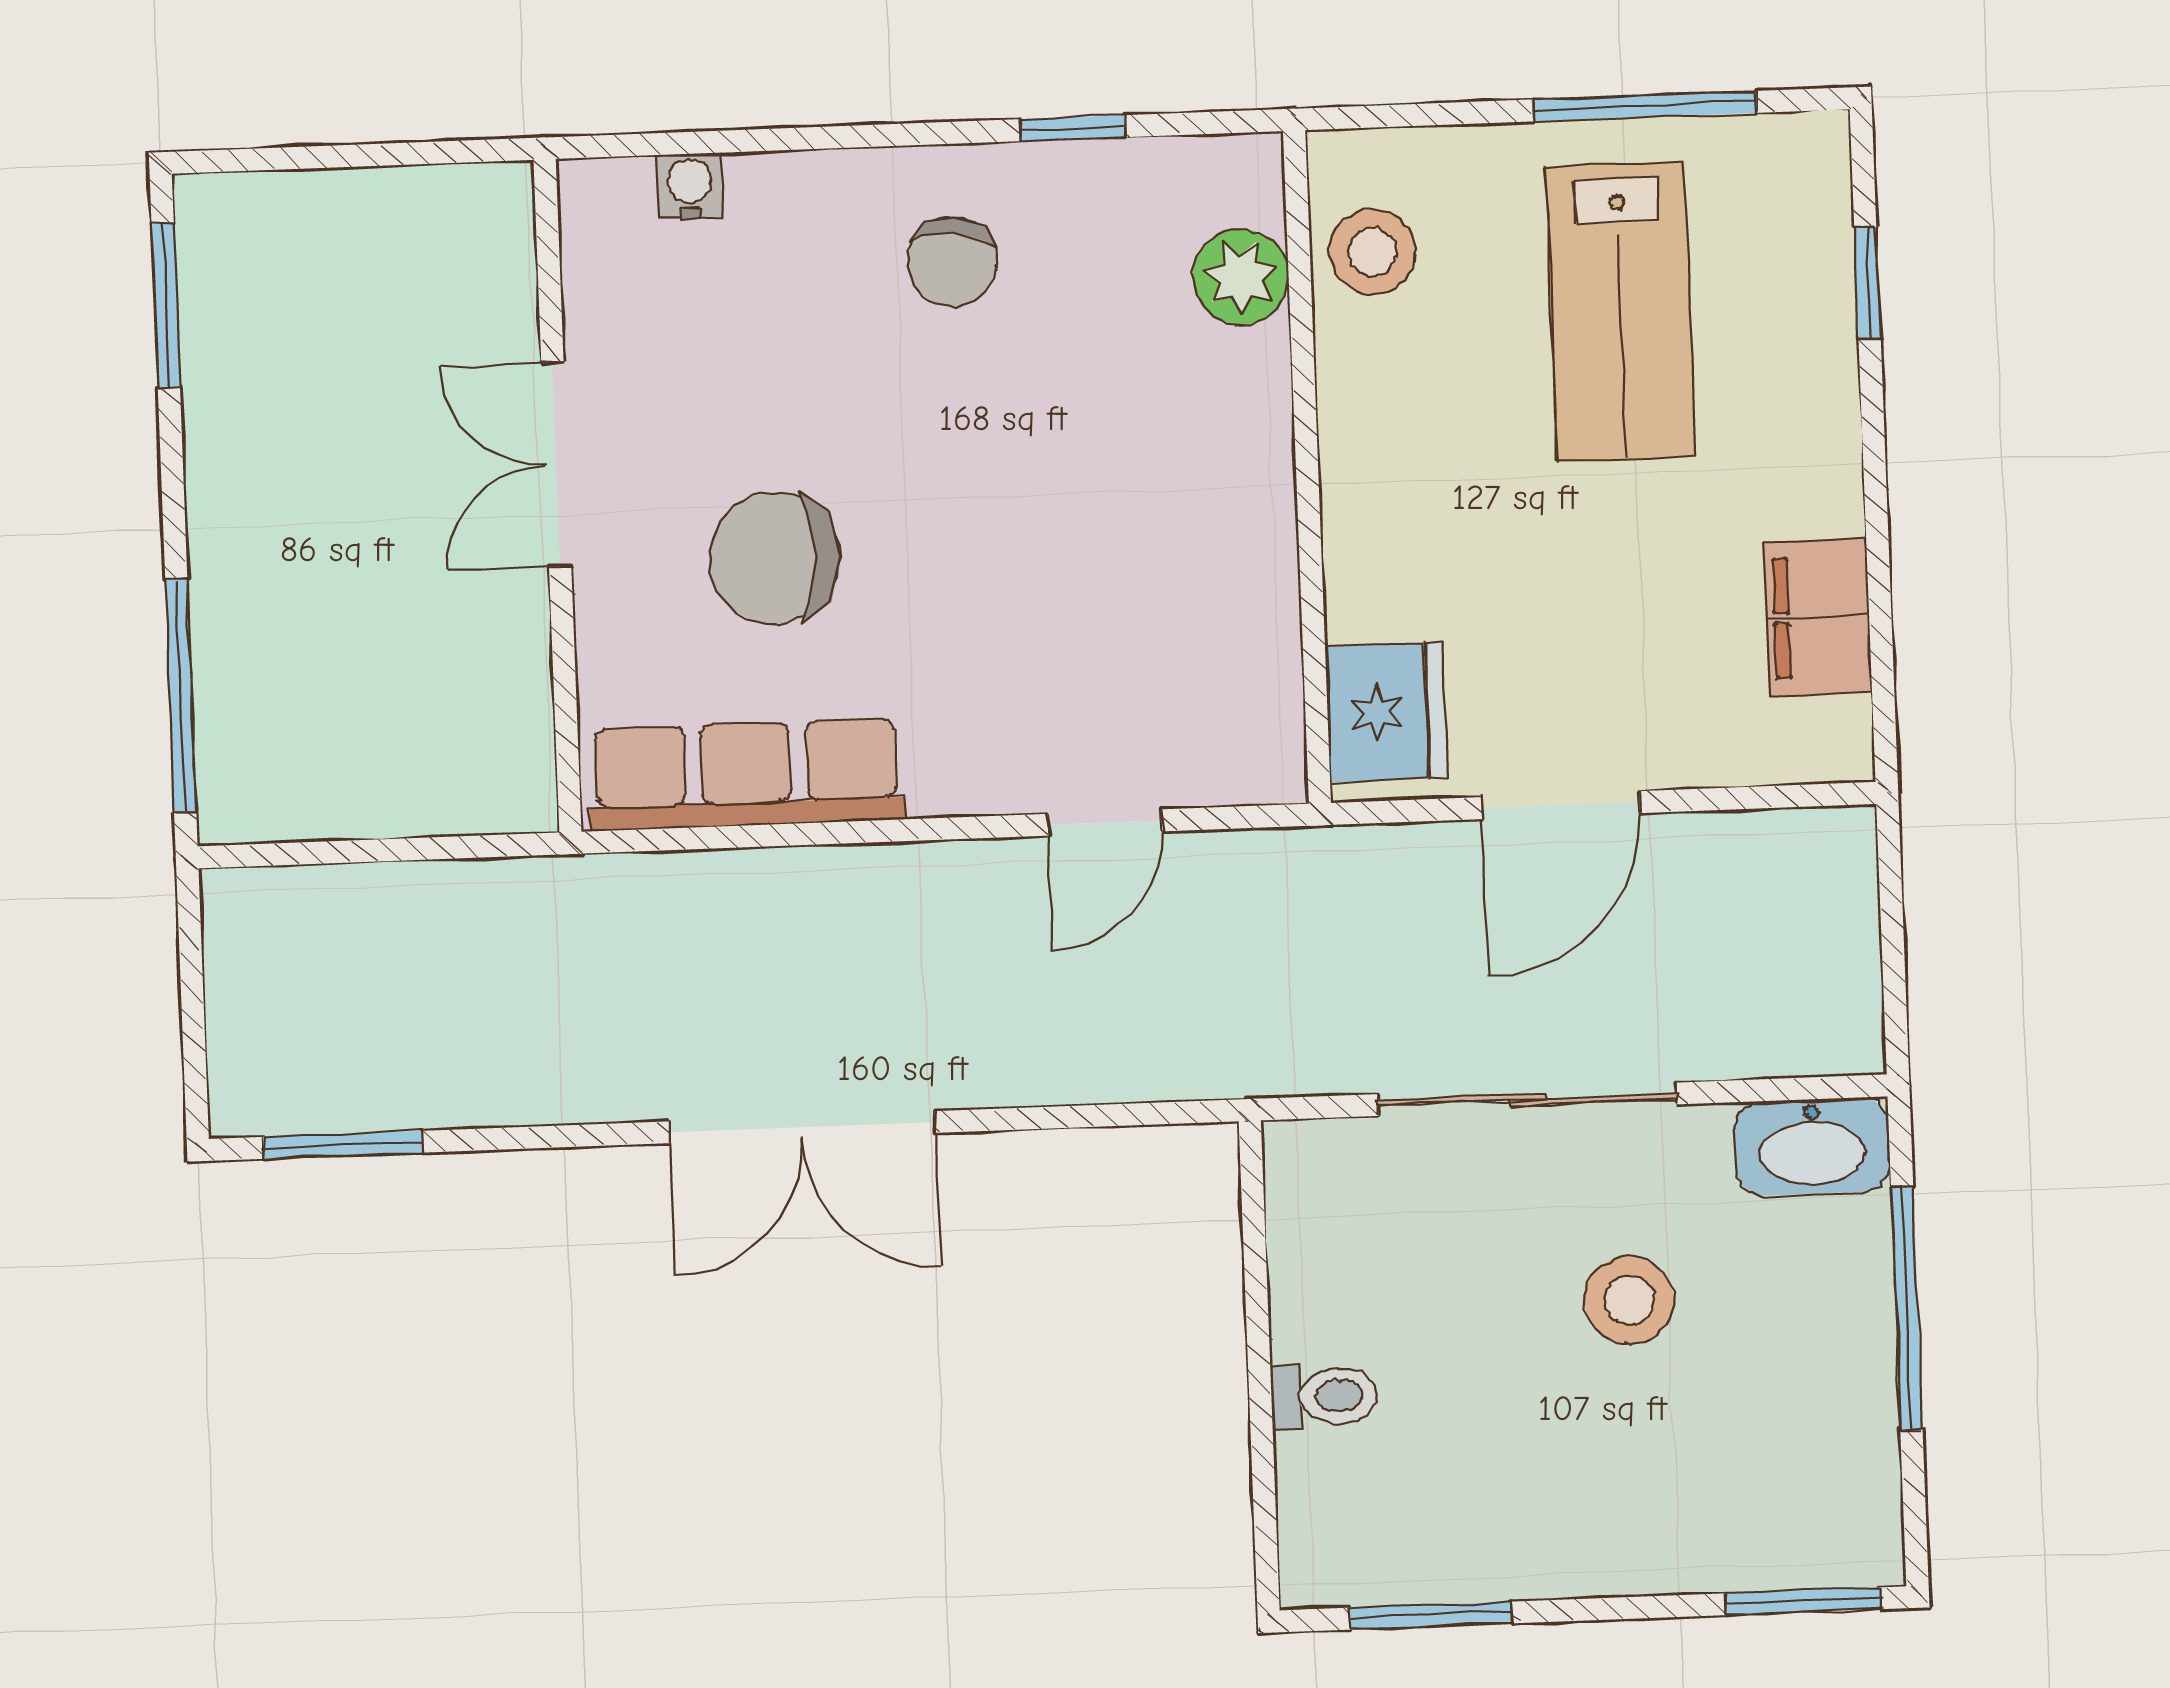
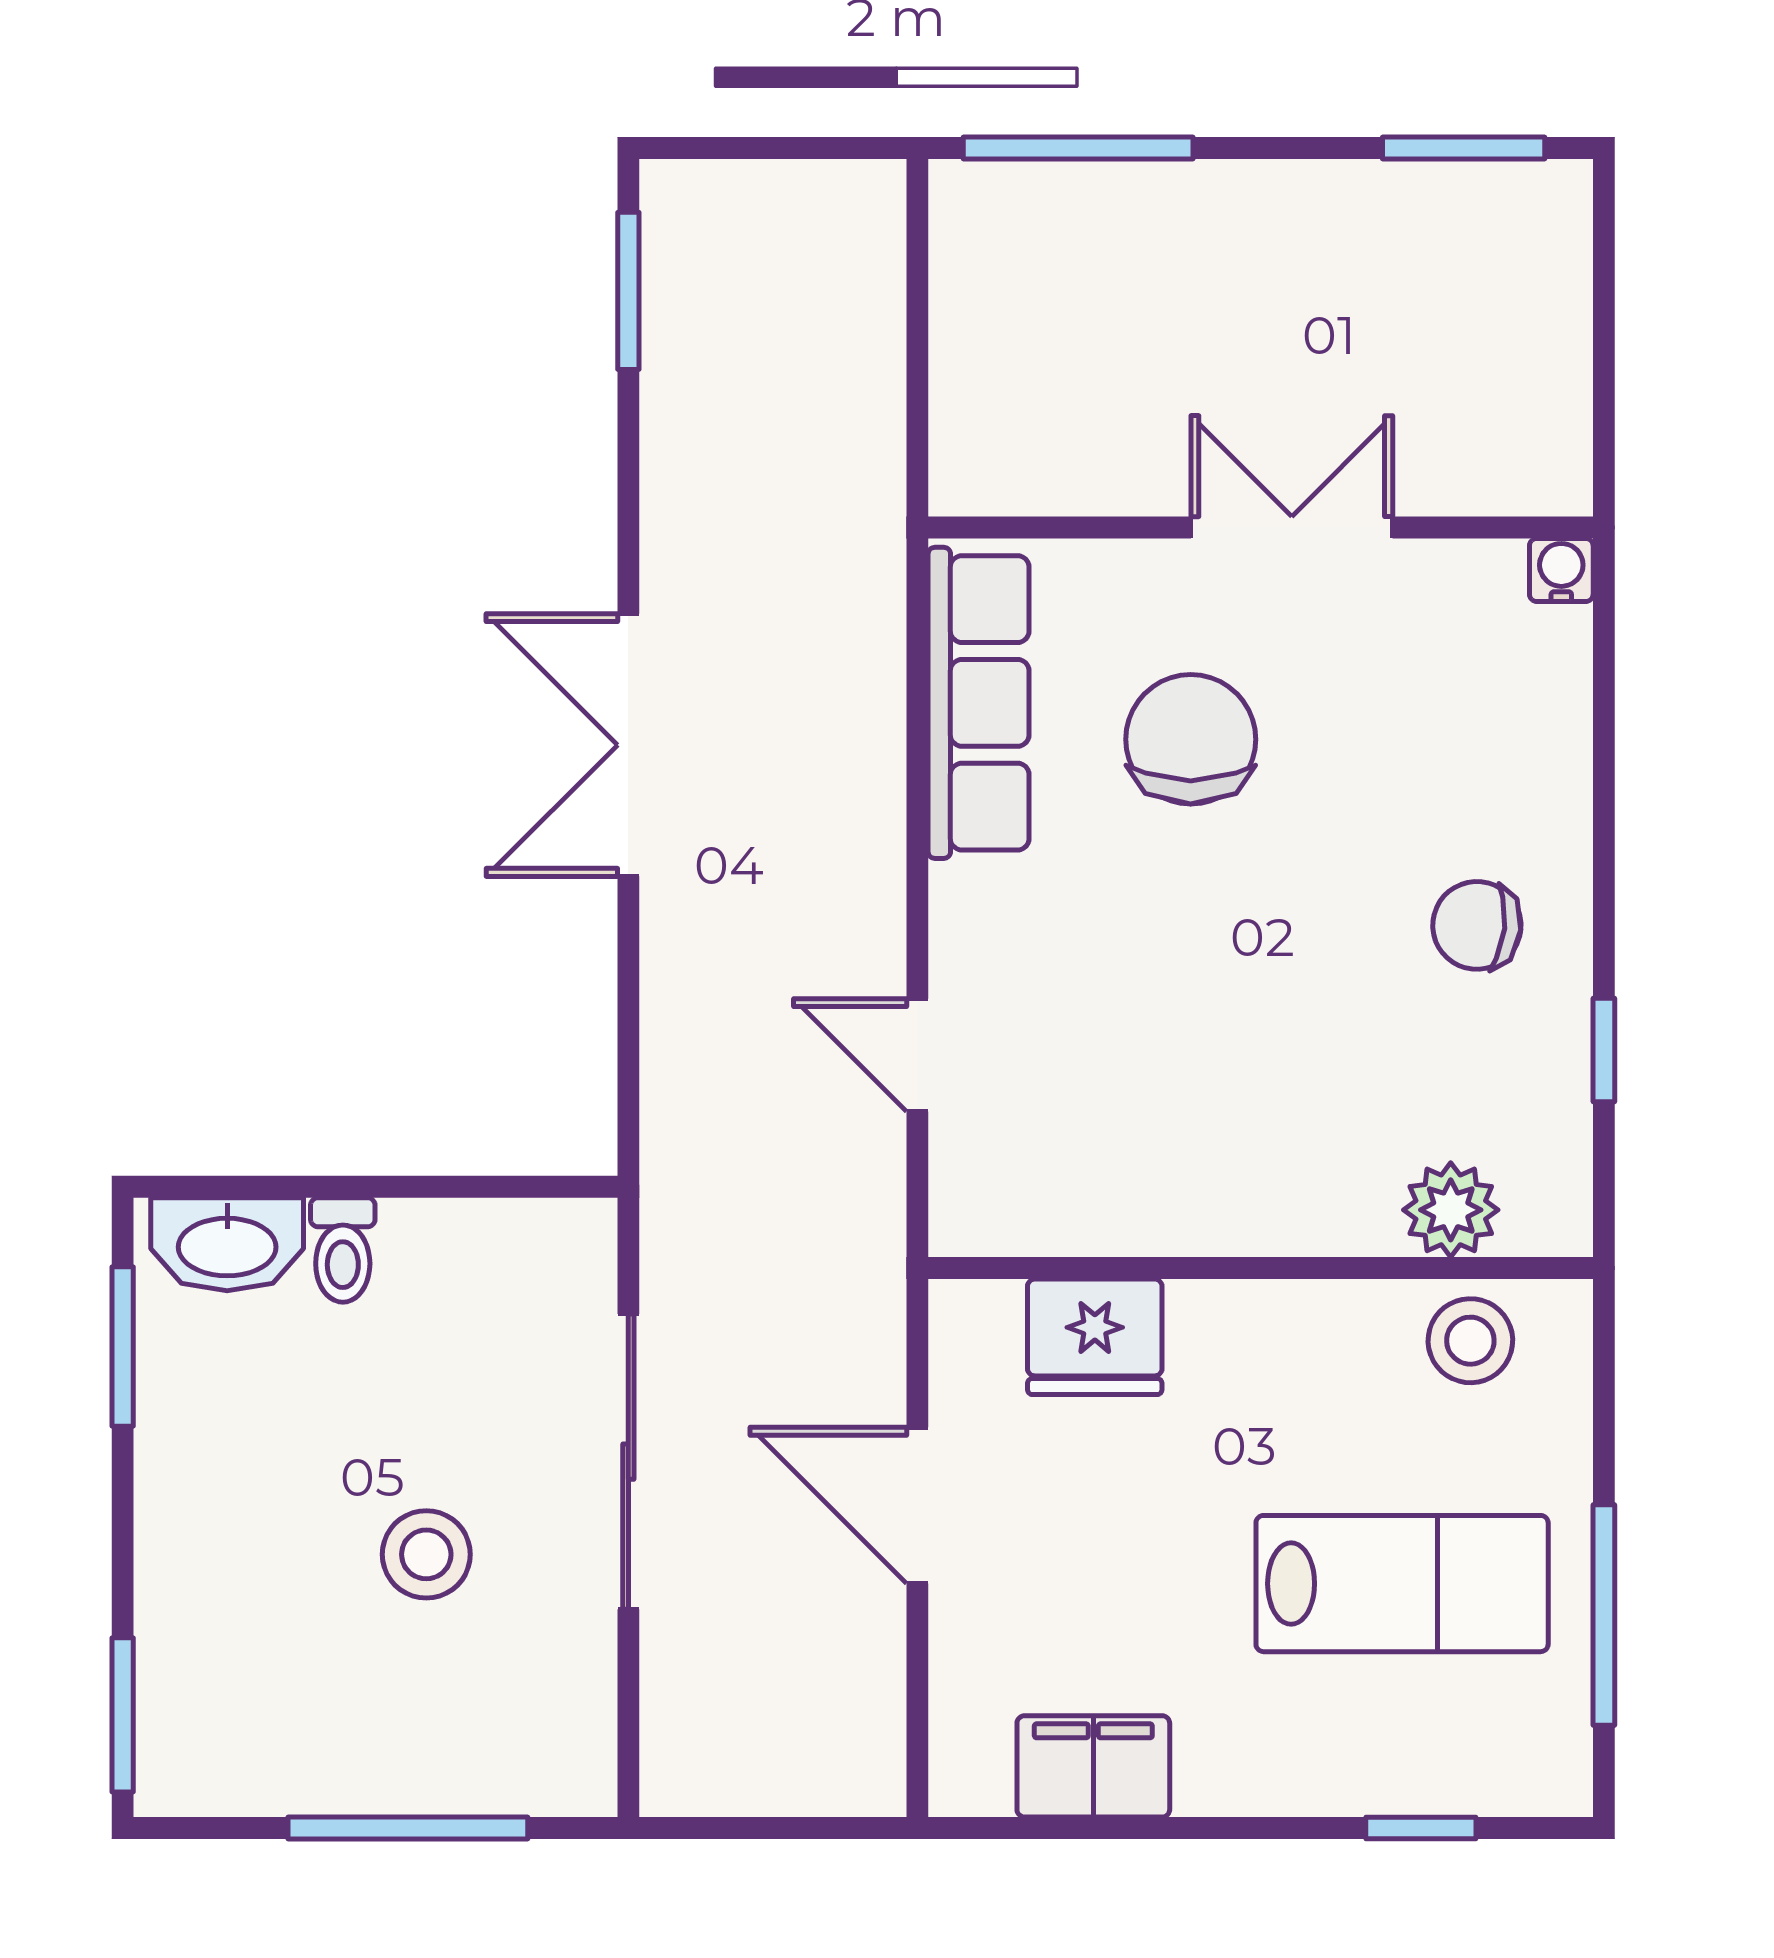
water cooler: (689, 186) -> (1561, 570), moved, turned -90
lab bench: (1621, 312) -> (1402, 1584), turned 180
fridge: (1386, 712) -> (1095, 1337), moved
washbasin: (1812, 1147) -> (227, 1244), moved, turned -90

